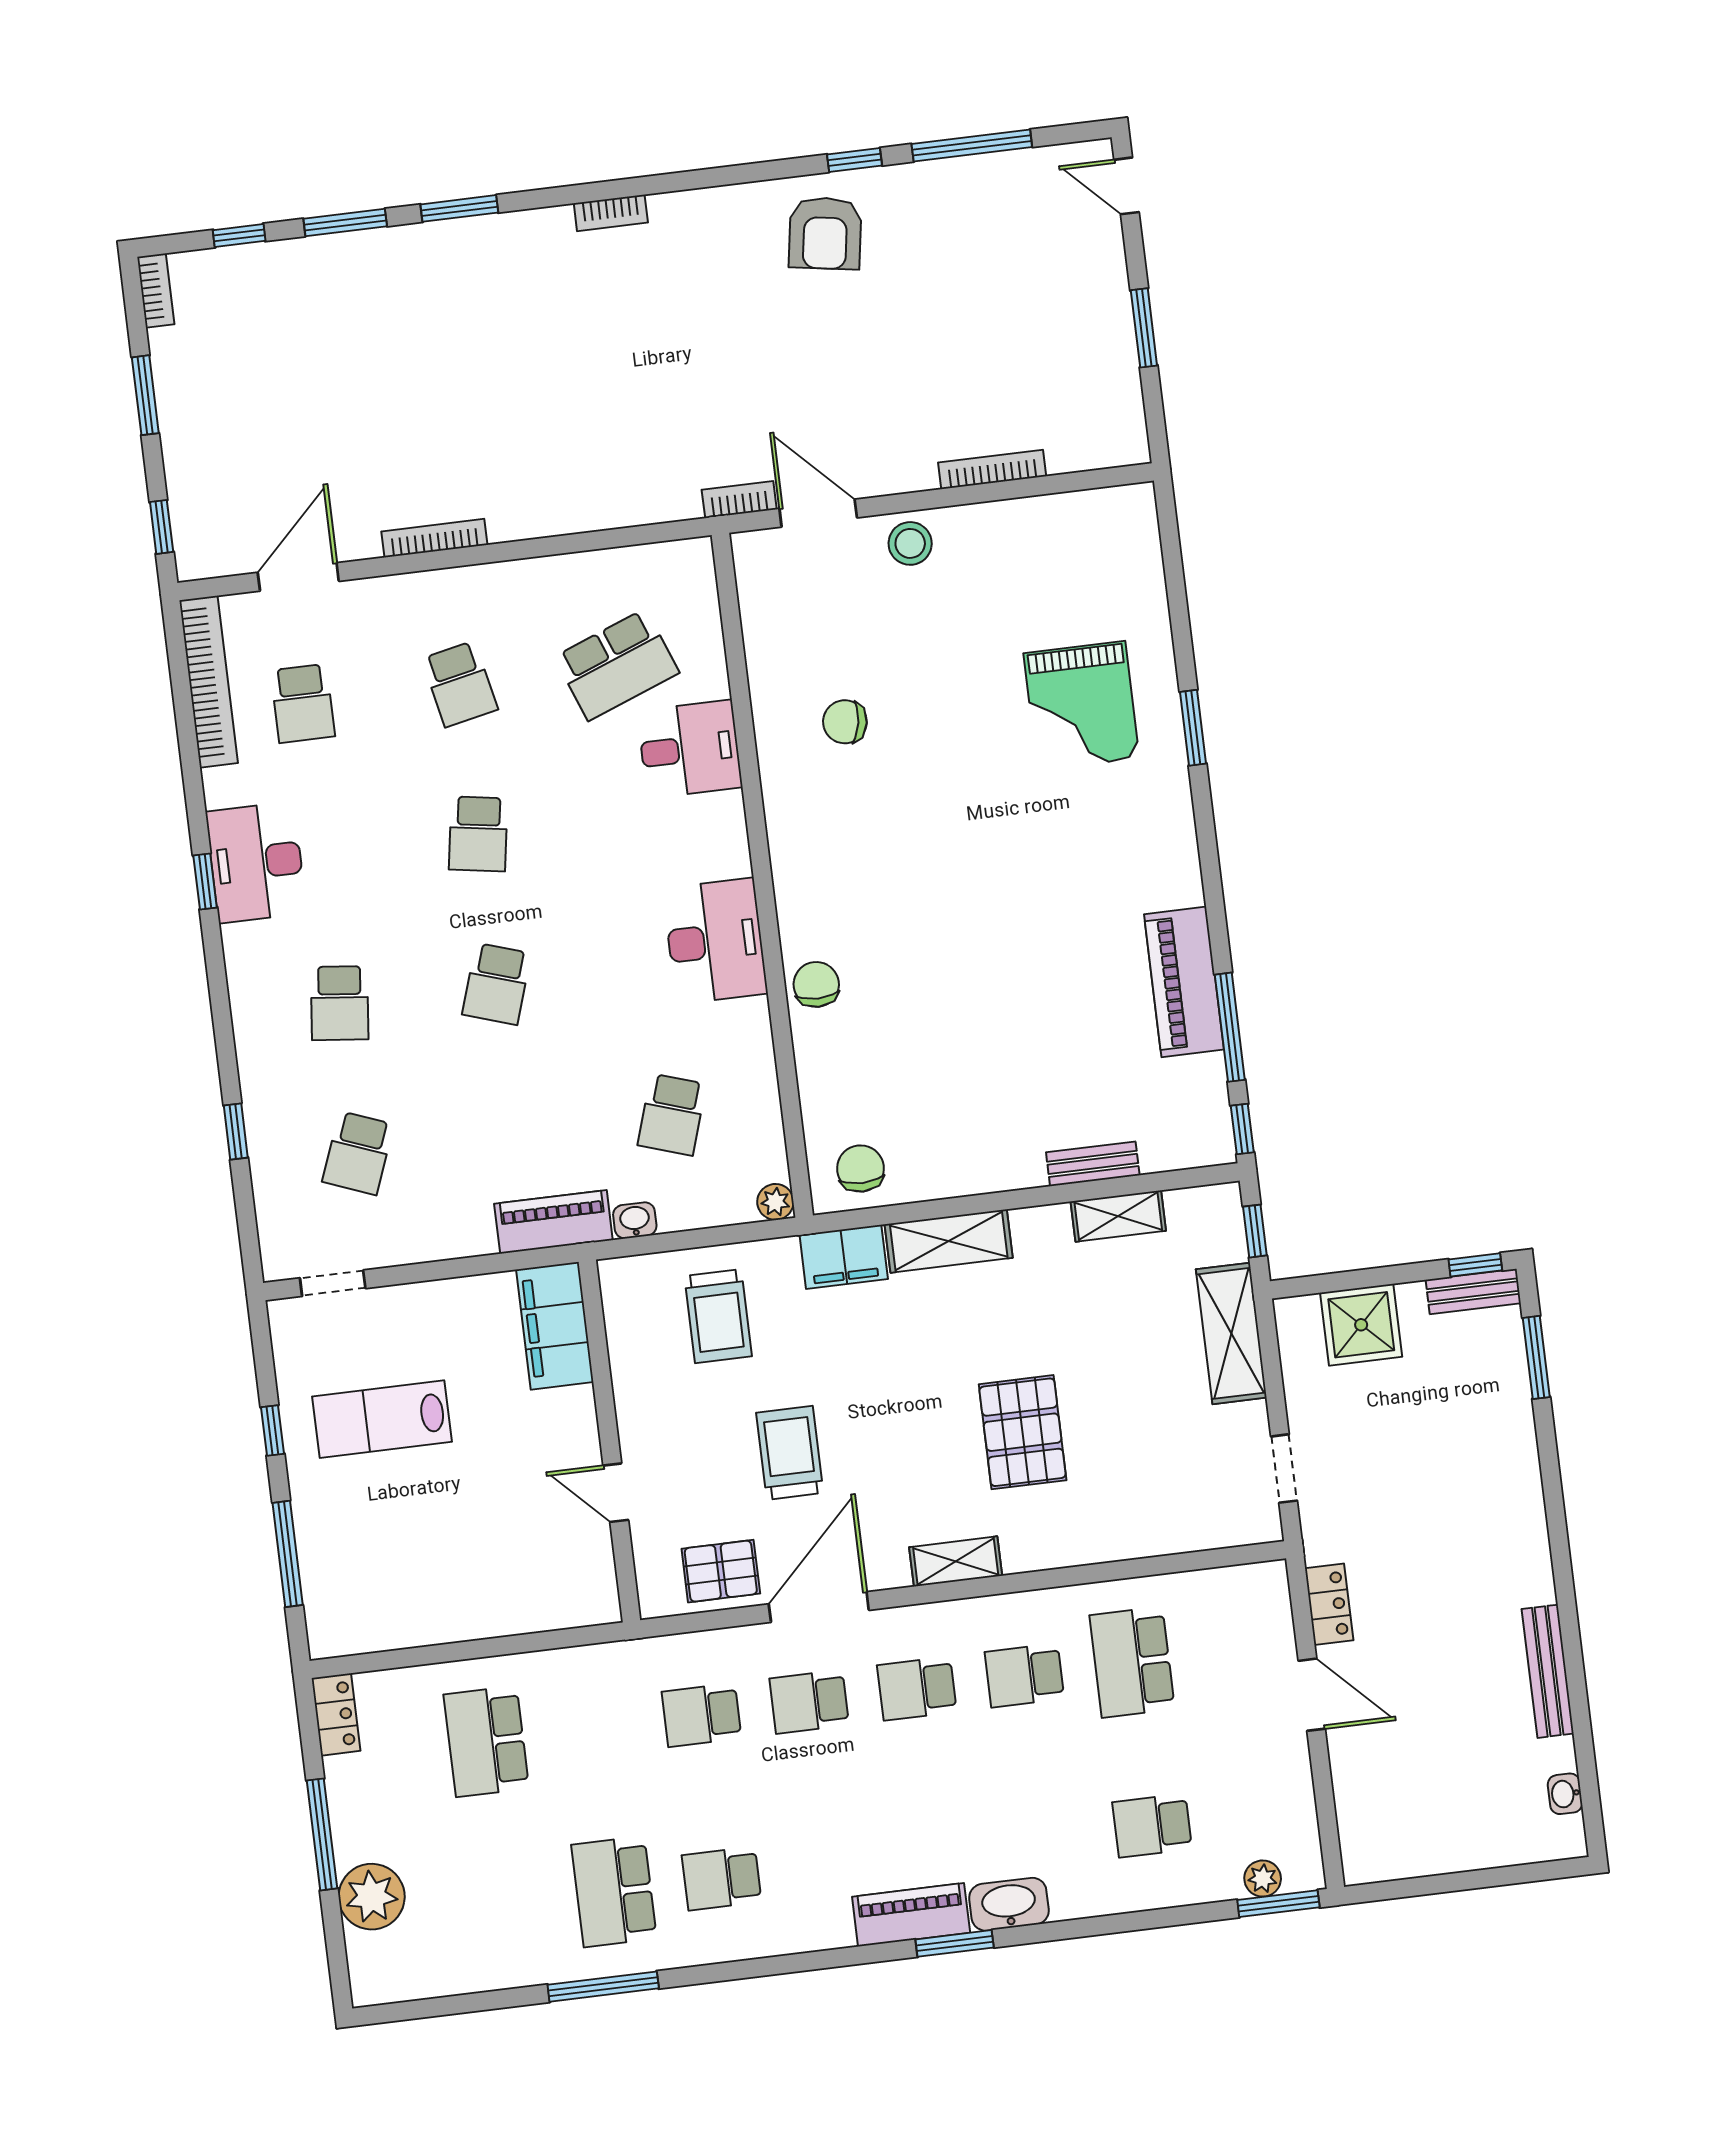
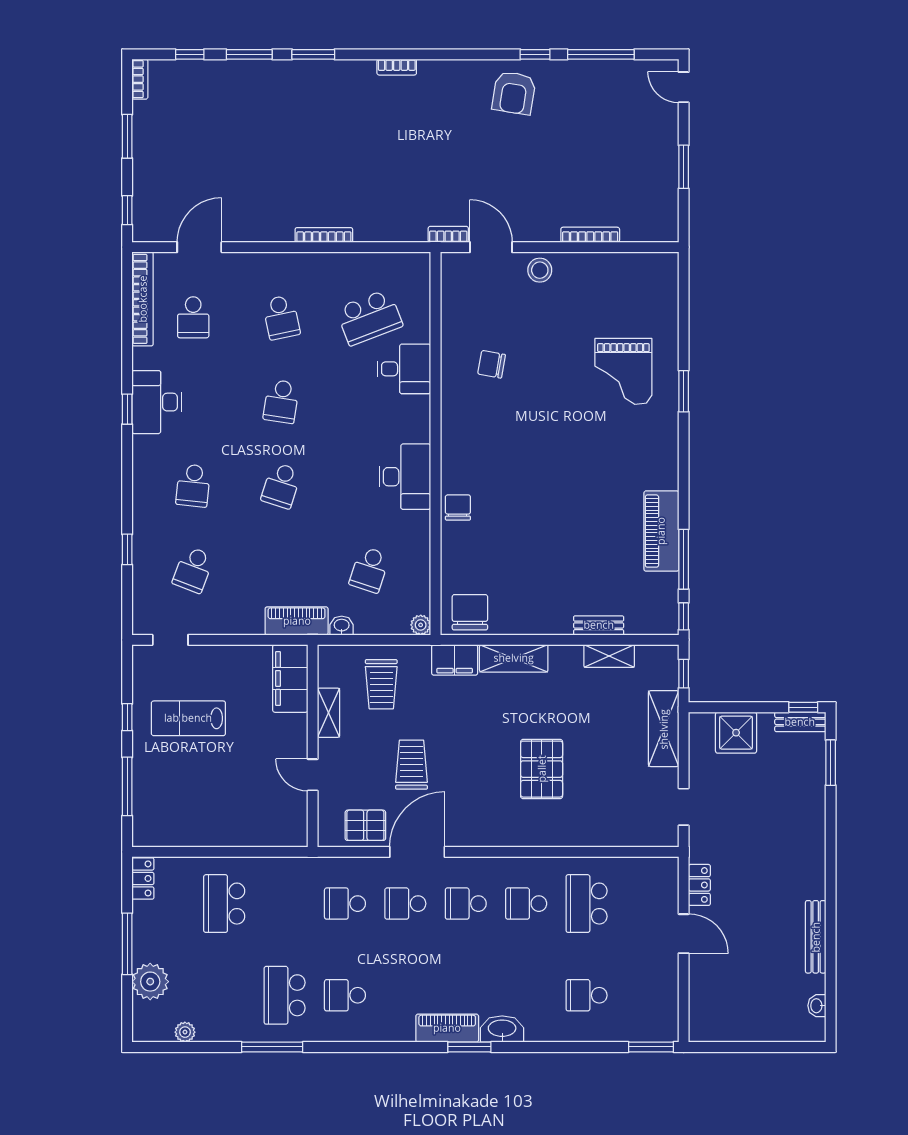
bookcase: (434, 538) -> (324, 235), moved
chair: (860, 1168) -> (470, 612), width x1.37, depth x1.37
shelving: (956, 1561) -> (329, 713), moved, turned 90
plant: (1263, 1879) -> (185, 1032), moved

